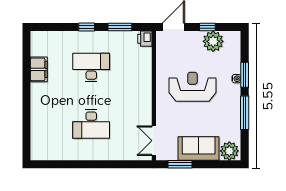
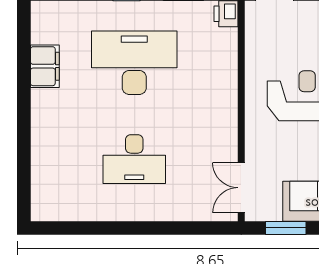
desk: (91, 67) -> (134, 63), width x1.36, depth x1.30

